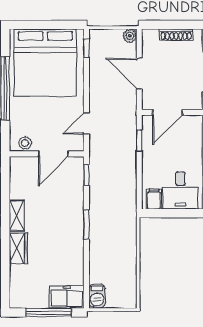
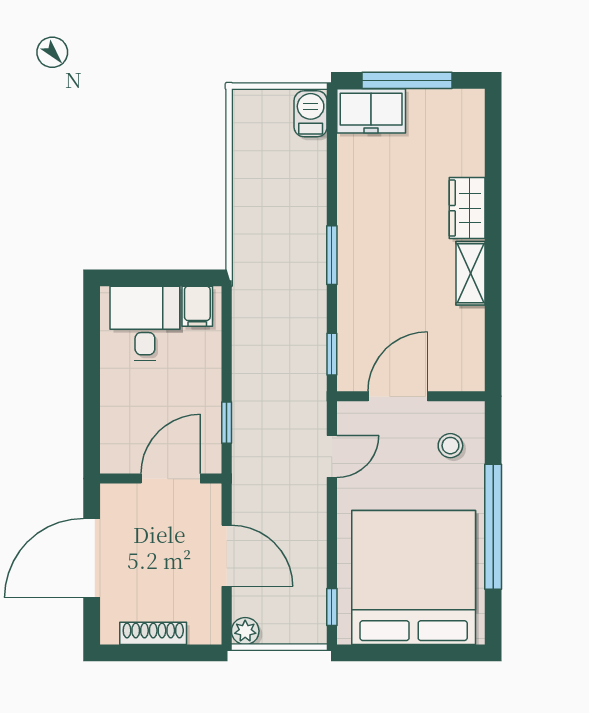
stool: (25, 143) -> (450, 446), moved

